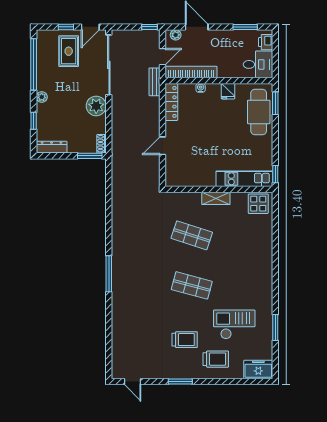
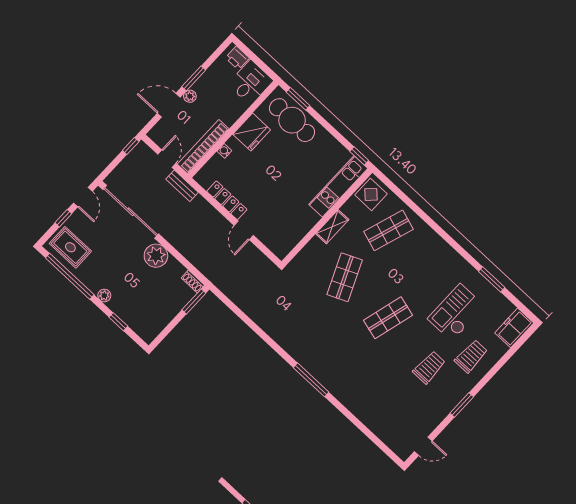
window: (245, 27) -> (194, 78), moved
plant: (176, 35) -> (190, 96), moved
rug: (69, 51) -> (70, 247), moved
fridge: (228, 91) -> (252, 132), width x1.88, depth x1.34
locker: (171, 102) -> (227, 200), moved
dresser: (52, 147) -> (156, 327), removed
shop shelf: (192, 235) -> (345, 277), turned -42
shop shelf: (246, 235) -> (388, 230), added

